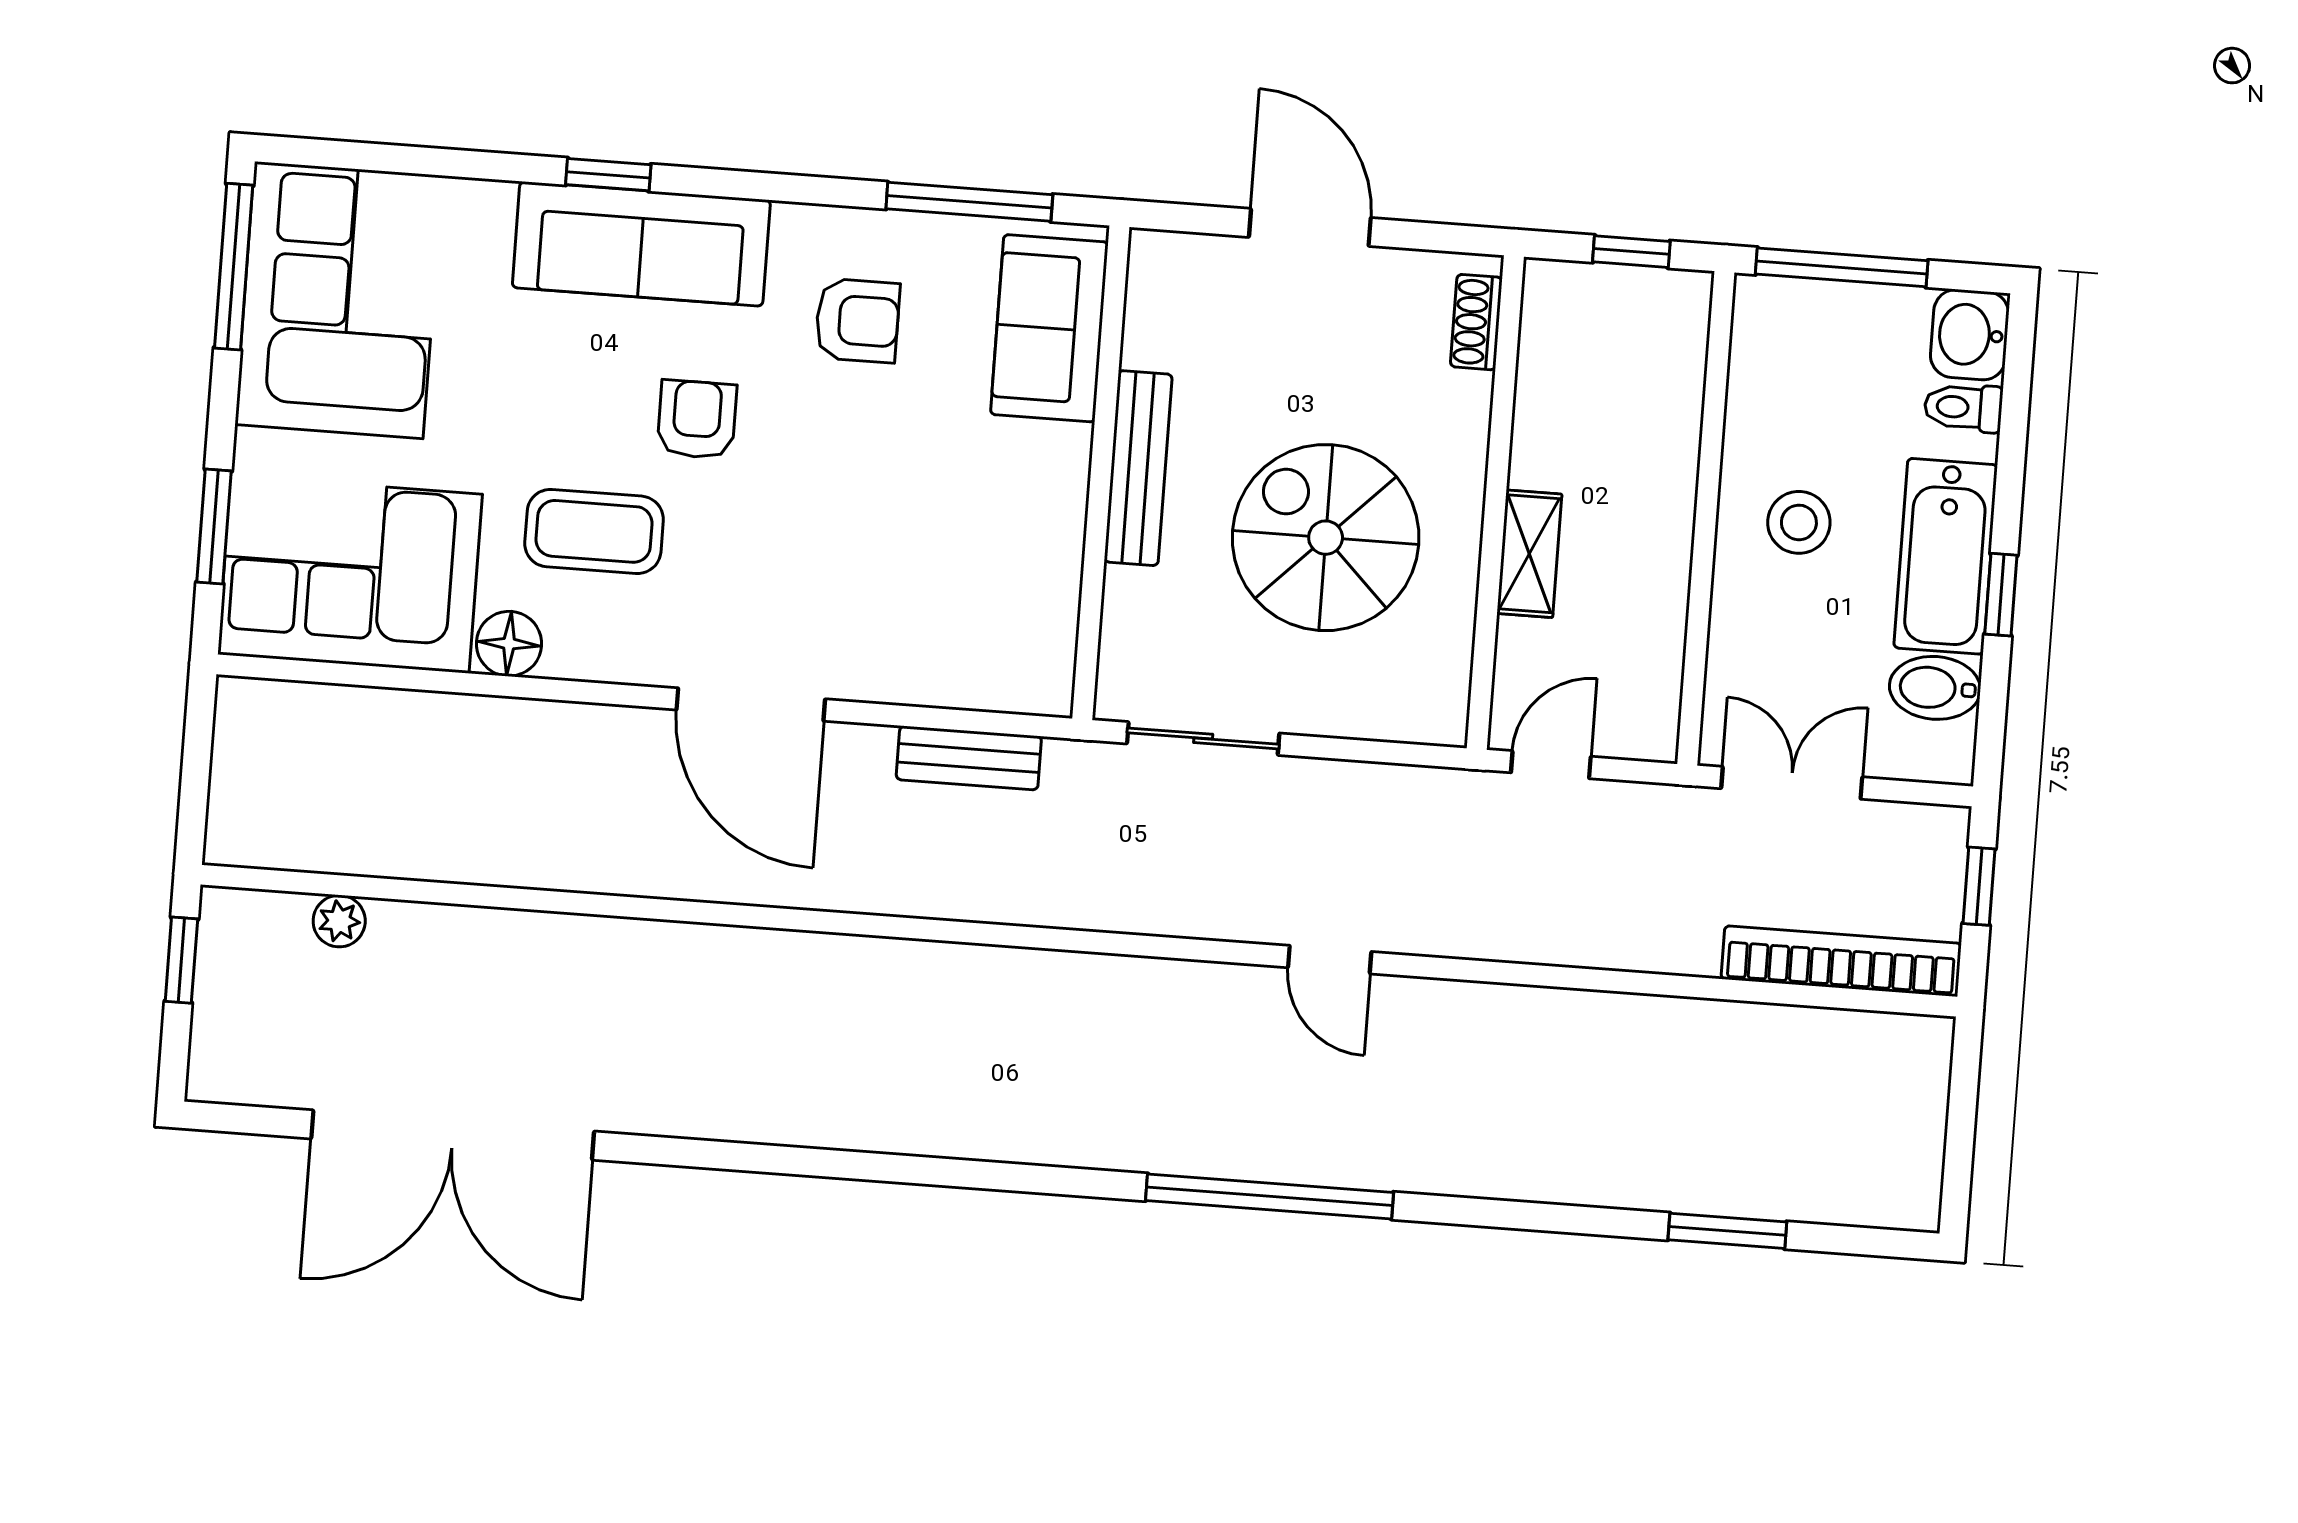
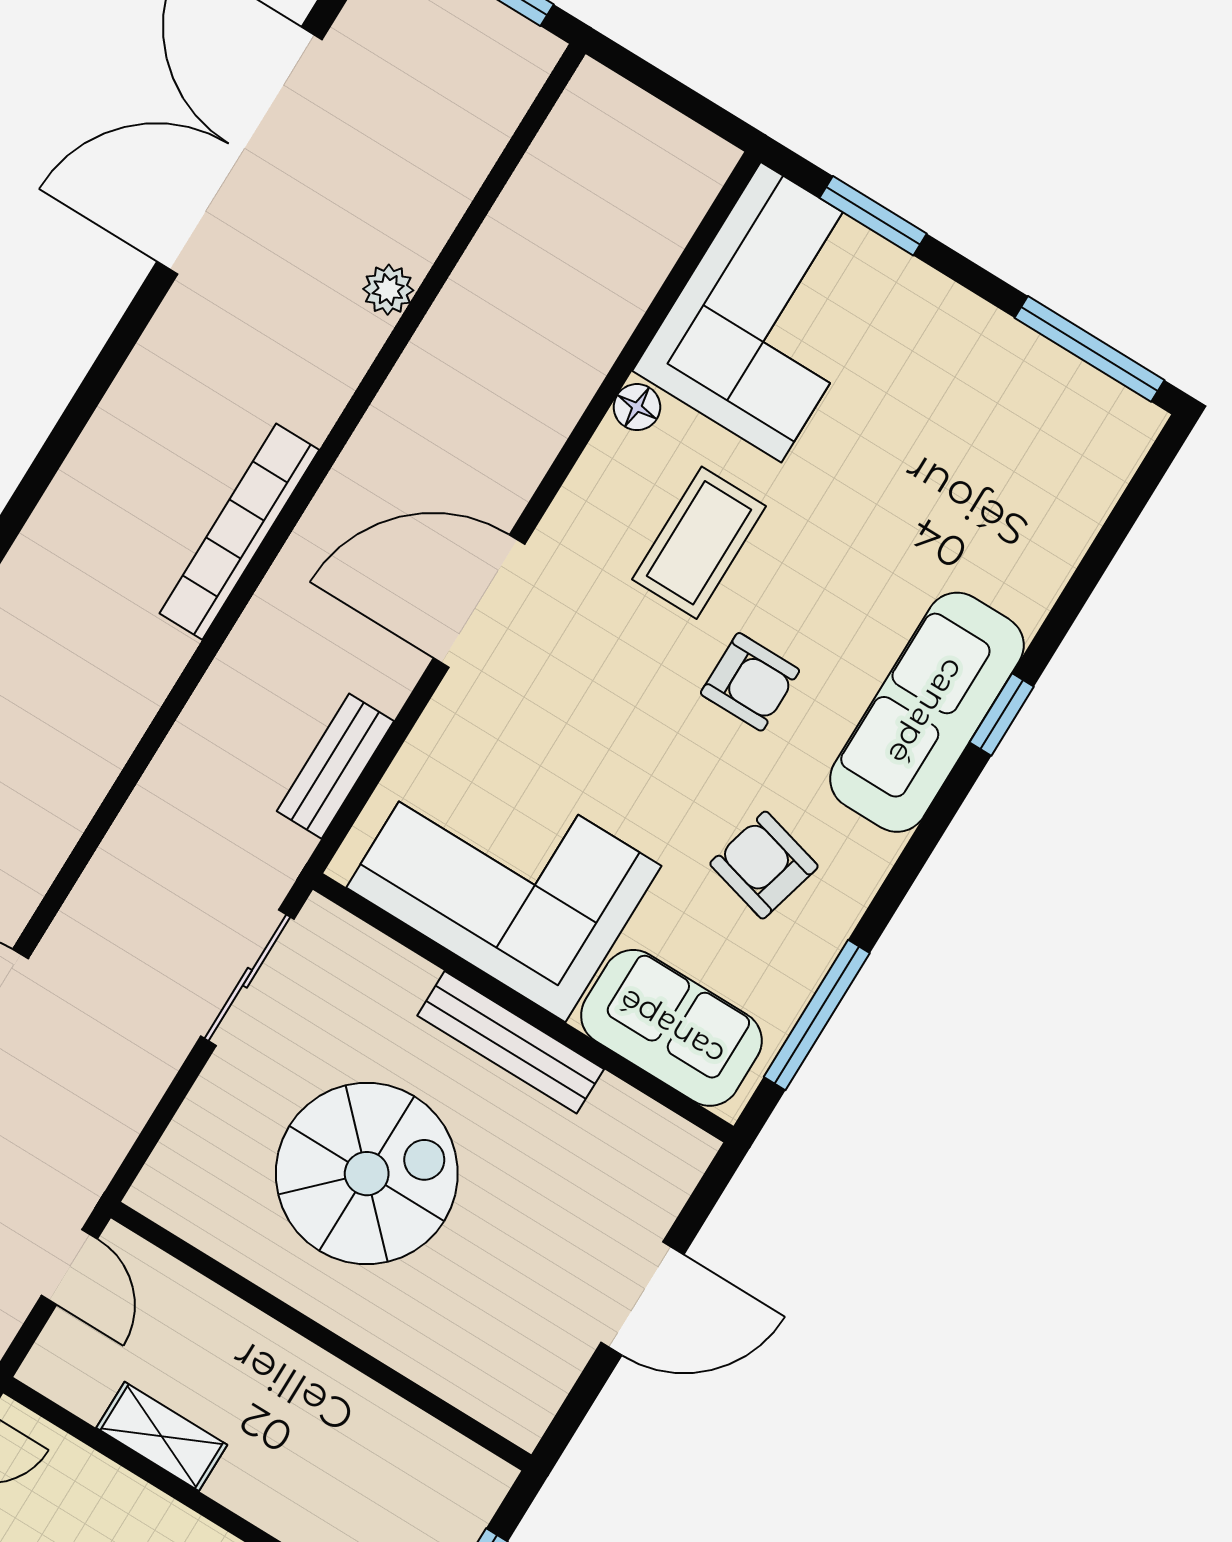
corner sofa: (339, 300) -> (504, 877), moved, turned 180
armchair: (857, 320) -> (764, 865), turned 105
shoe rack: (1476, 322) -> (486, 1400), removed
shelving: (1529, 554) -> (162, 1436), moved
floor lamp: (509, 644) -> (637, 407), width x0.73, depth x0.73
plant: (339, 921) -> (388, 290), moved
bookcase: (800, 956) -> (239, 532), added

